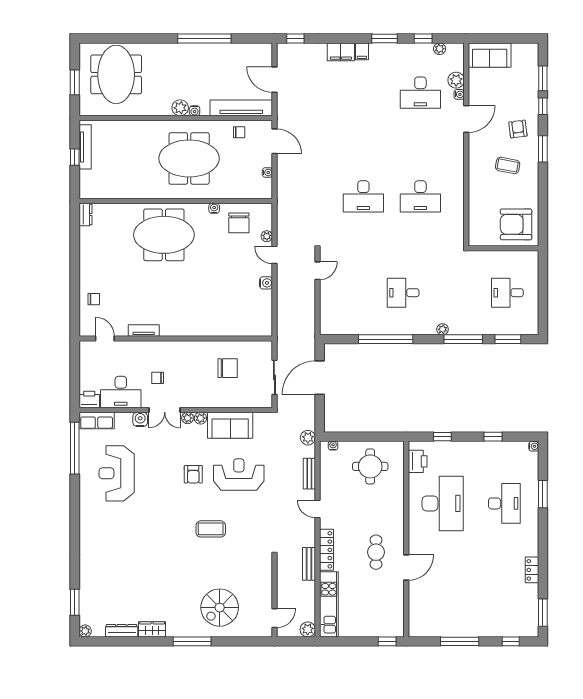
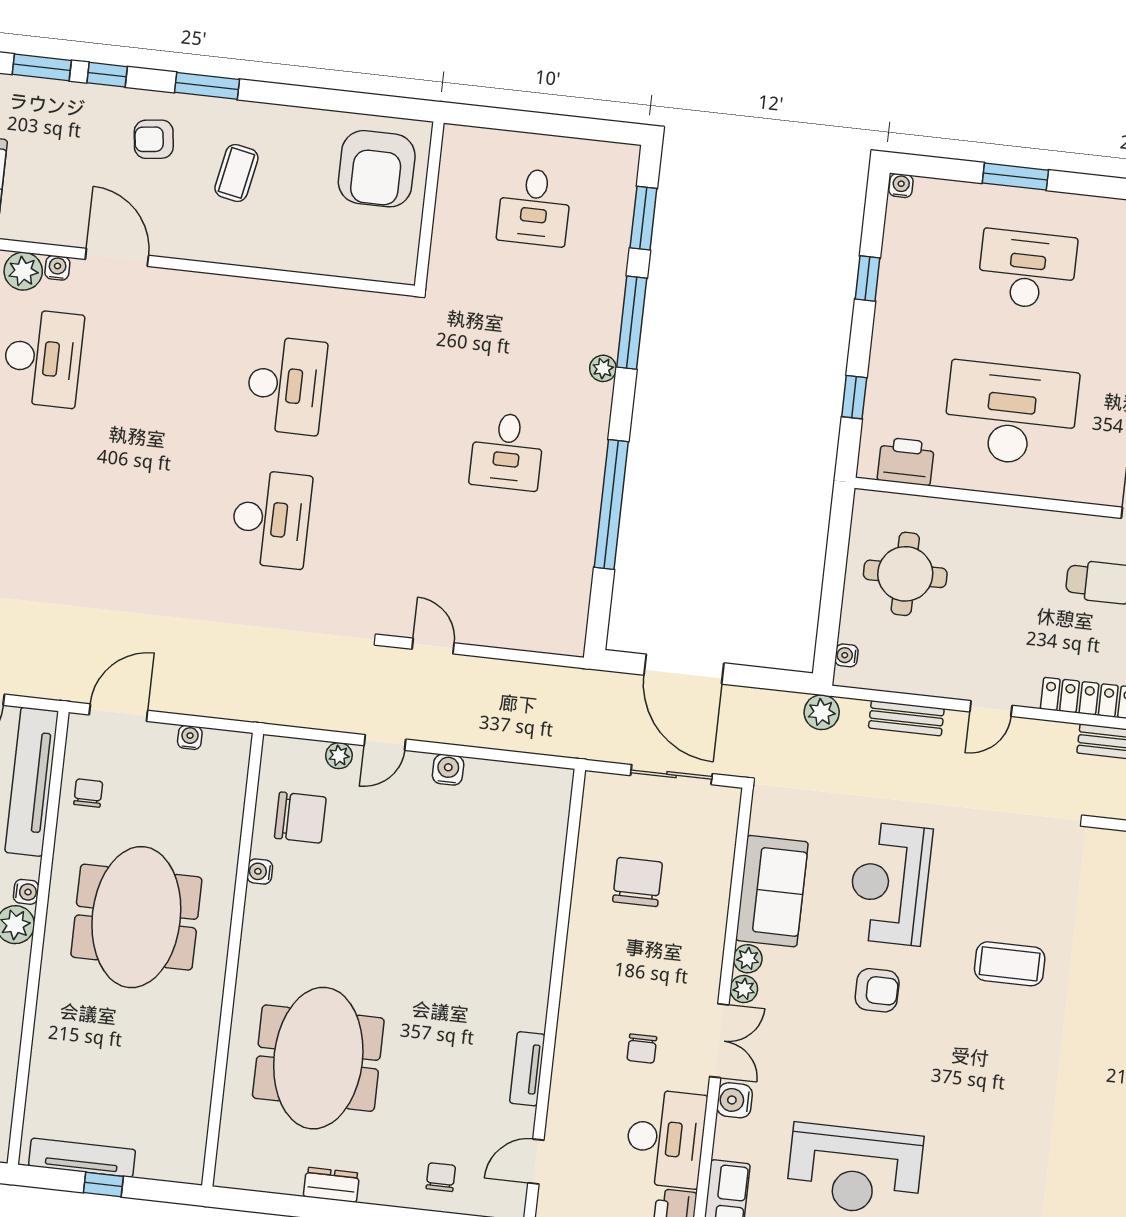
dresser: (85, 215) -> (331, 1185), moved
meeting table: (164, 235) -> (318, 1058), moved
coffee table: (211, 529) -> (1010, 964), turned 90

